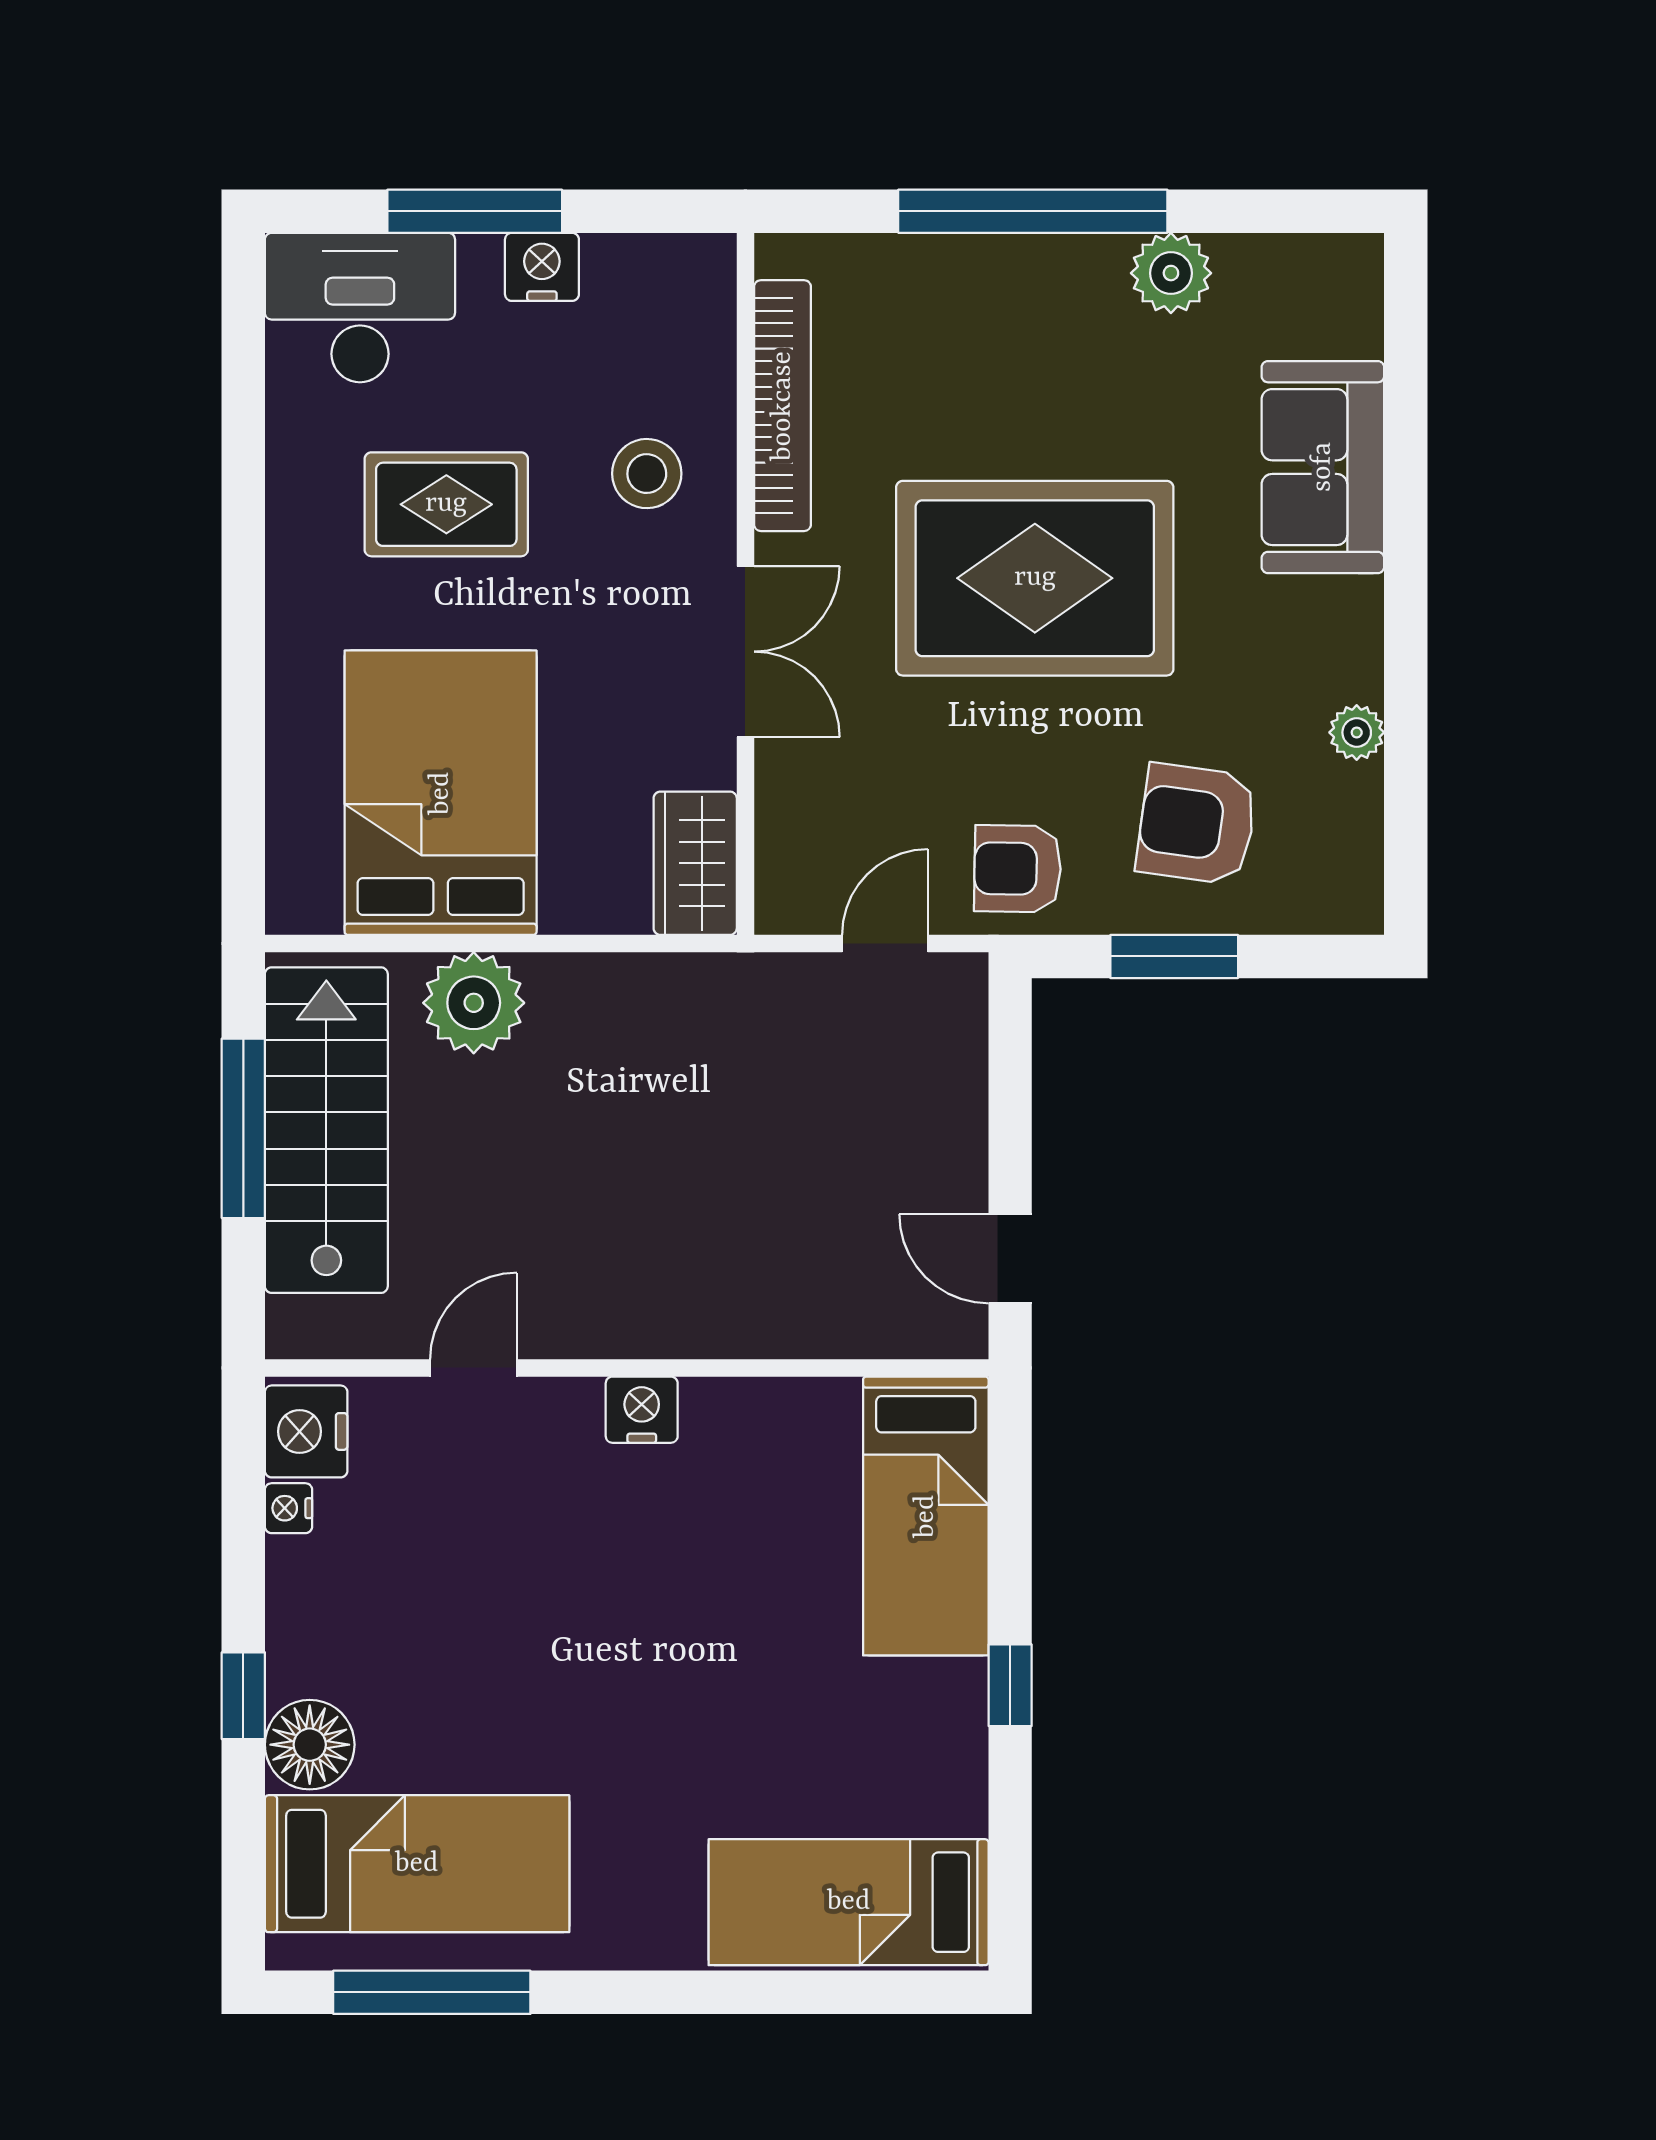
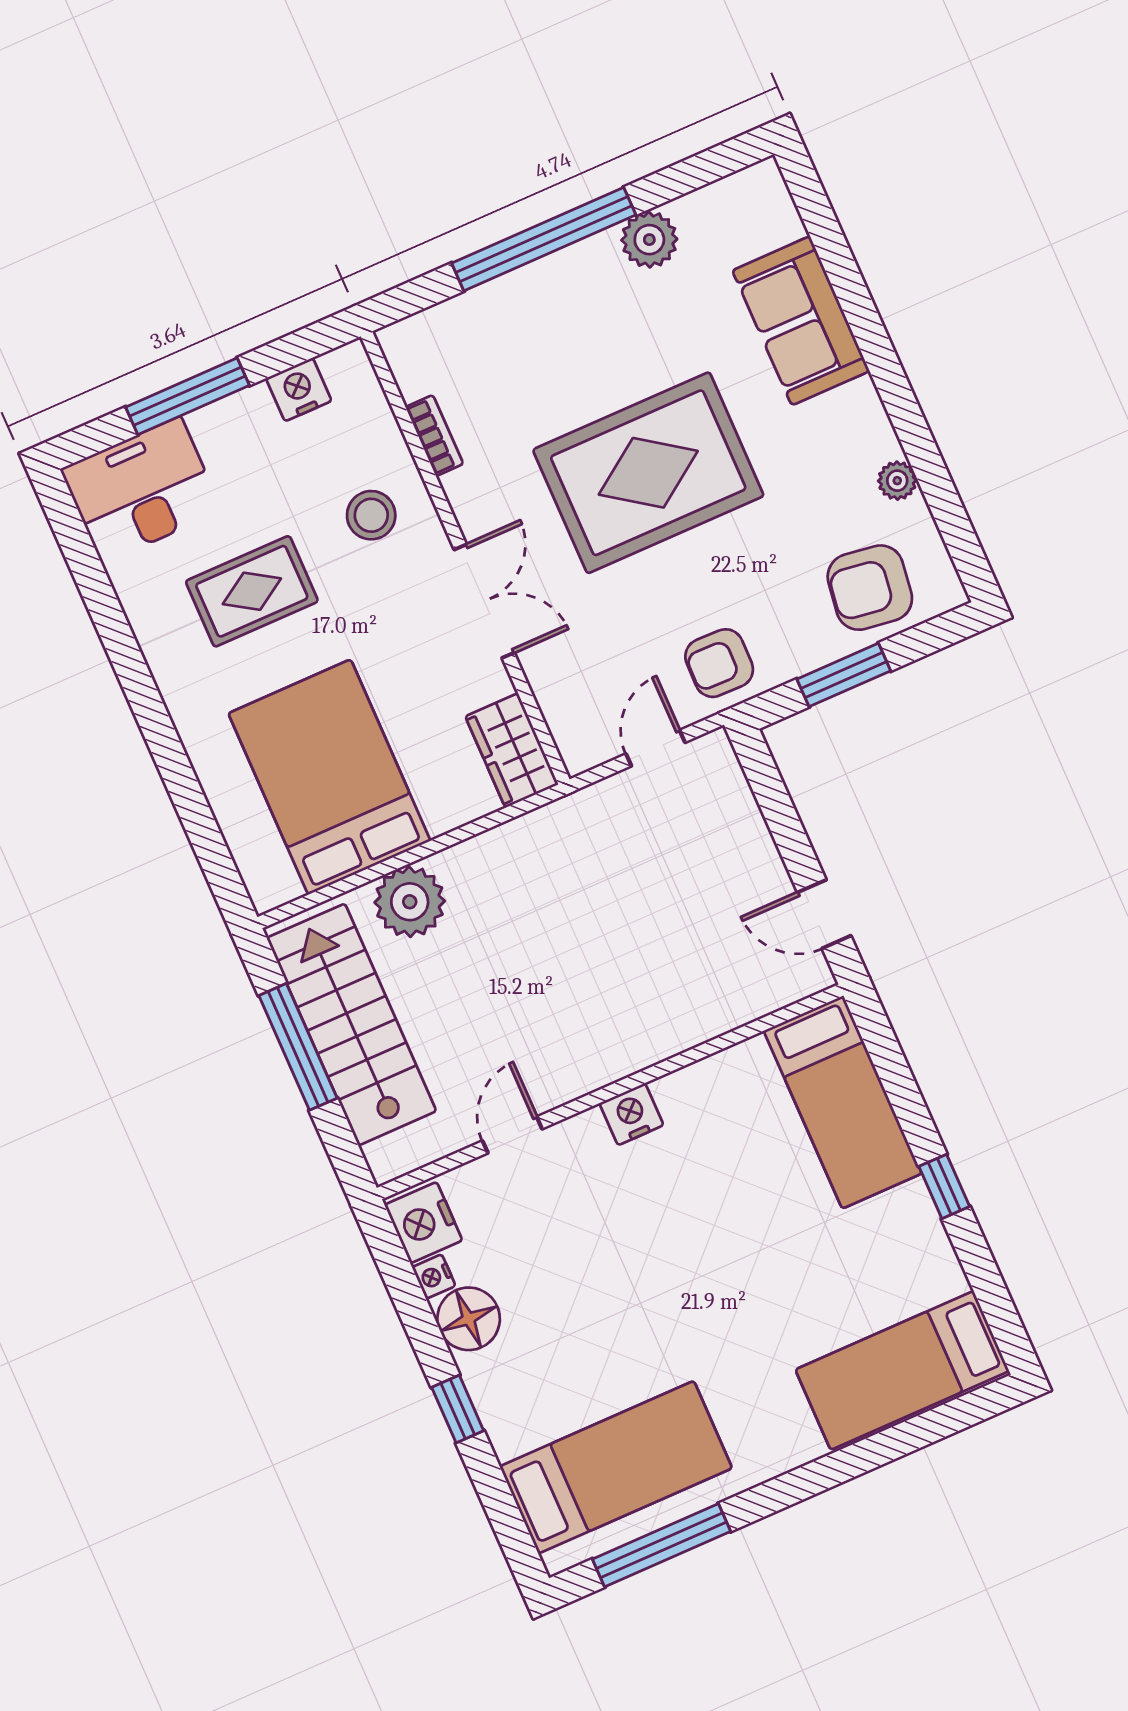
nightstand: (542, 267) -> (299, 390), moved
bookcase: (783, 406) -> (434, 436), width x0.43, depth x0.76
armchair: (1197, 824) -> (870, 588), moved
floor lamp: (310, 1745) -> (469, 1319), moved

